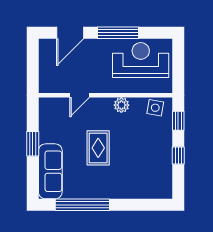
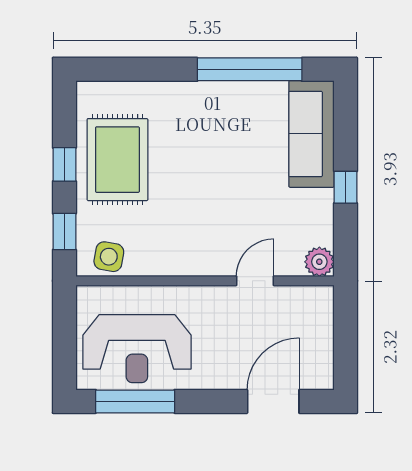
window: (118, 33) -> (135, 401), moved
plant: (121, 105) -> (319, 262), moved
window: (33, 144) -> (345, 187), width x0.67
rug: (98, 148) -> (117, 160), moved, width x1.36, depth x1.43

